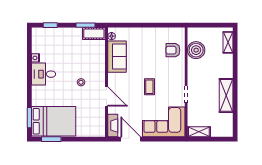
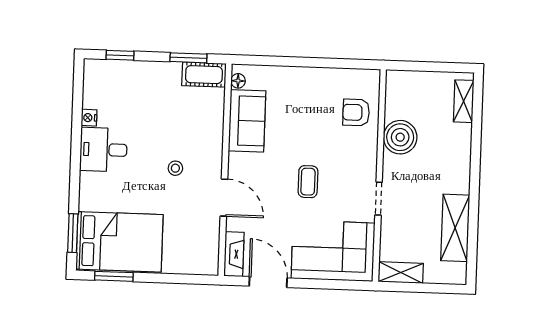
boiler: (196, 50) -> (400, 137), moved
shelving: (226, 95) -> (455, 228), moved

